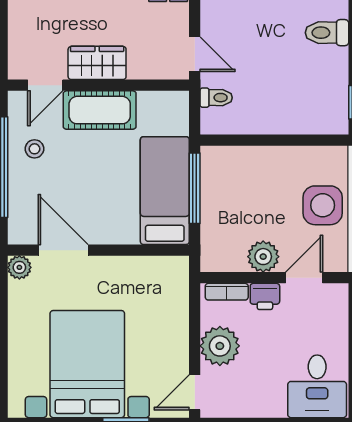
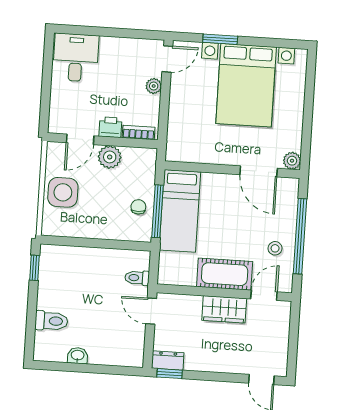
chair: (221, 192) -> (138, 207), added
plant: (220, 346) -> (154, 86), width x0.53, depth x0.53

